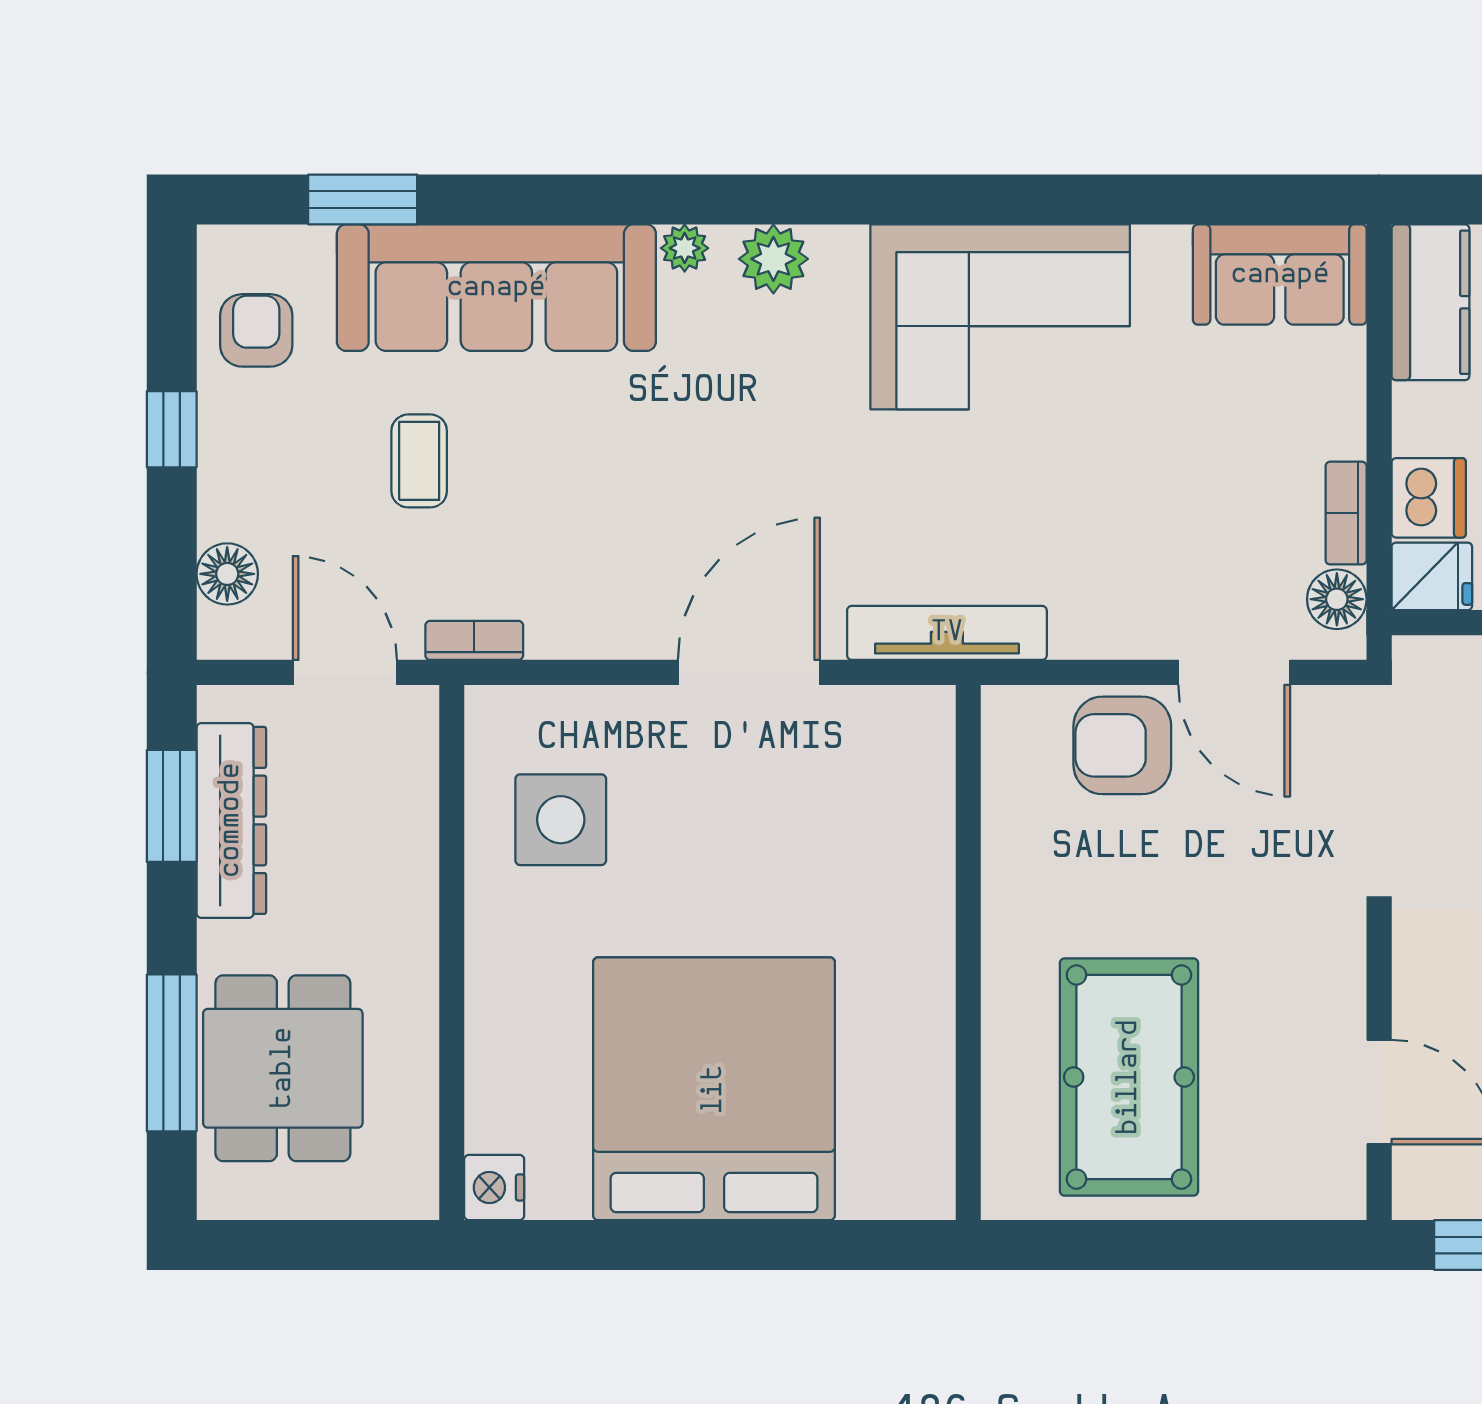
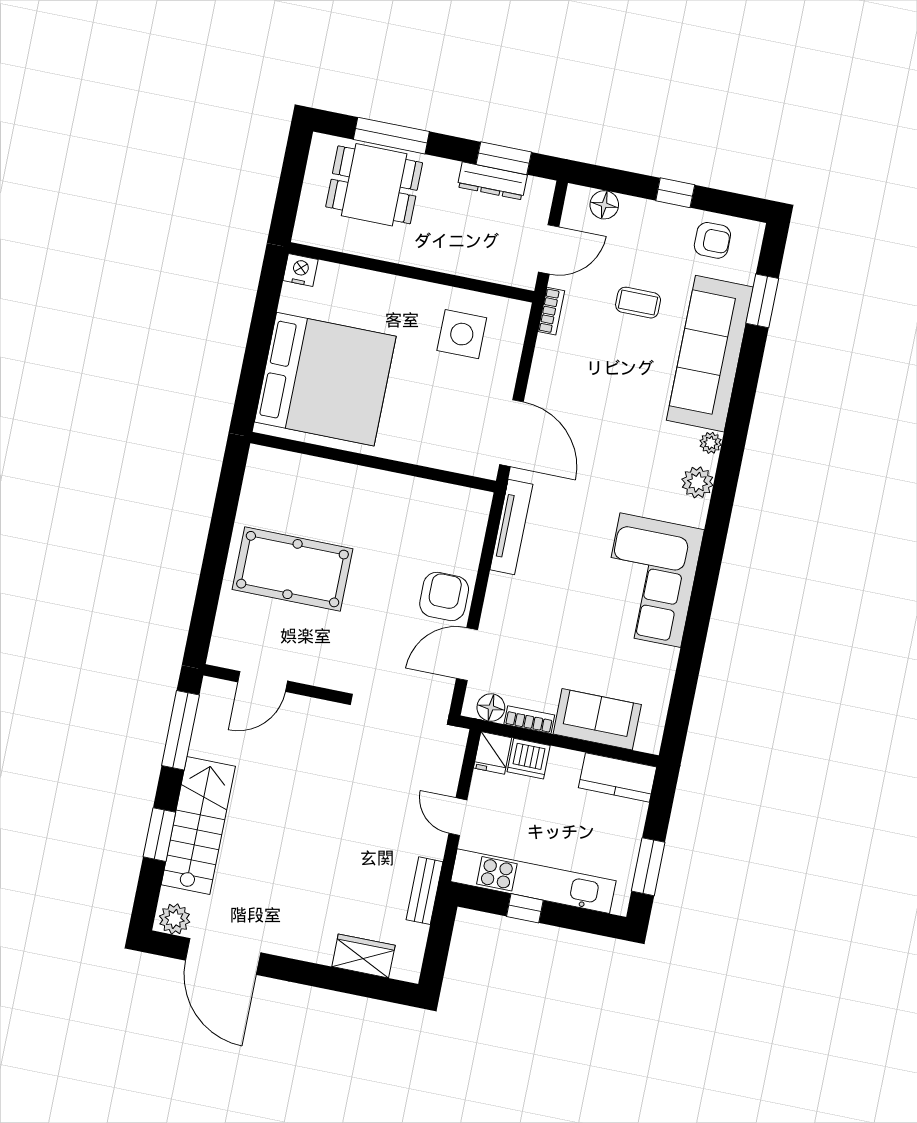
sofa: (1280, 275) -> (597, 719), moved, turned 90
dresser: (231, 820) -> (492, 181), width x0.73, depth x0.80
wall: (968, 952) -> (373, 462), moved

